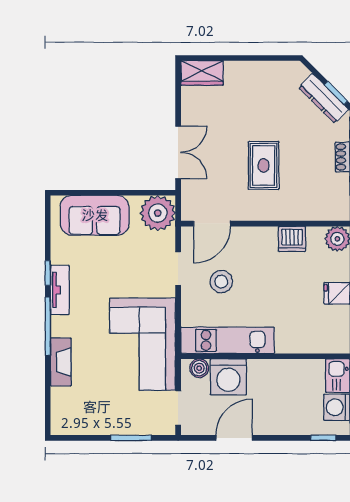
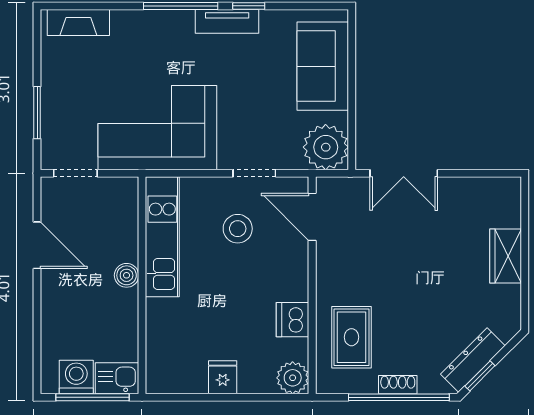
wardrobe: (202, 73) -> (506, 256), moved
rug: (264, 165) -> (351, 337), moved, turned 90
fireplace: (61, 362) -> (78, 23), moved
boiler: (199, 368) -> (127, 275), moved
washing machine: (228, 377) -> (115, 238), removed
window: (323, 438) -> (37, 360), removed

